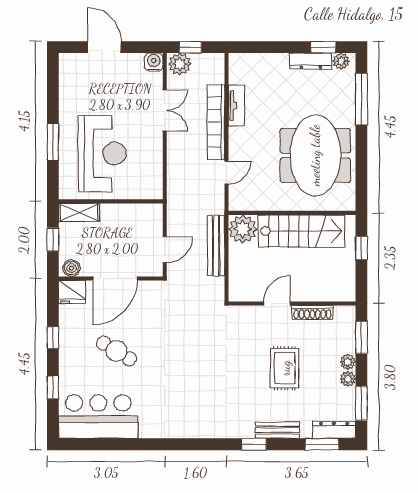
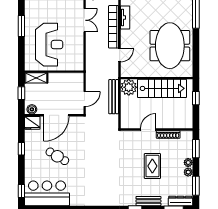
window: (53, 142) -> (21, 26), moved
window: (53, 387) -> (21, 191), moved

